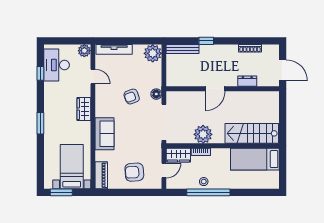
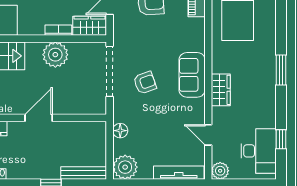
floor lamp: (156, 94) -> (120, 131), moved
armchair: (132, 97) -> (145, 83), moved
sofa: (105, 134) -> (192, 75), moved

